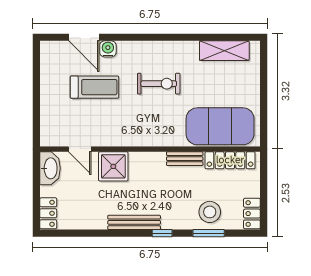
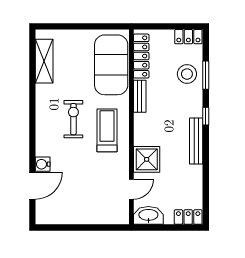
treadmill: (94, 87) -> (107, 130), moved

